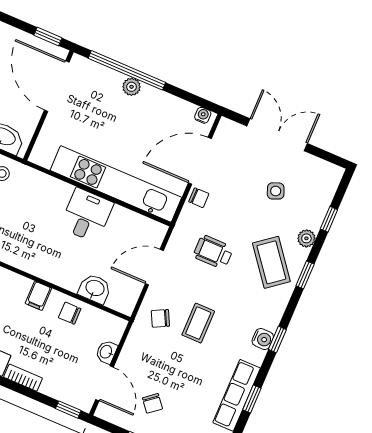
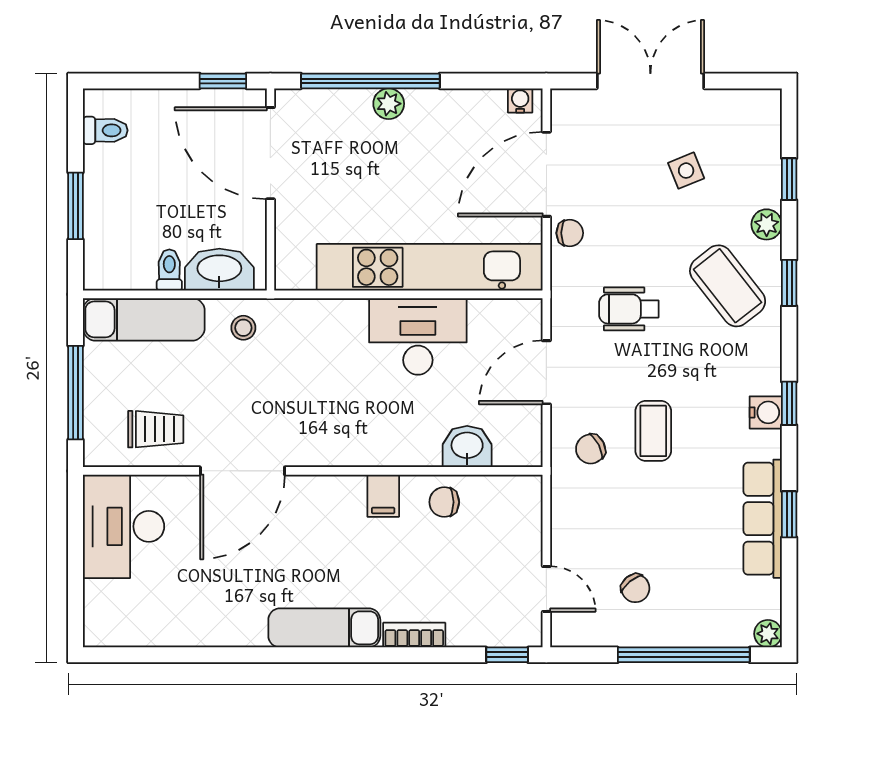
desk: (87, 215) -> (418, 336), width x1.37
washbasin: (106, 352) -> (528, 538), removed
door: (105, 383) -> (546, 589), width x0.73

